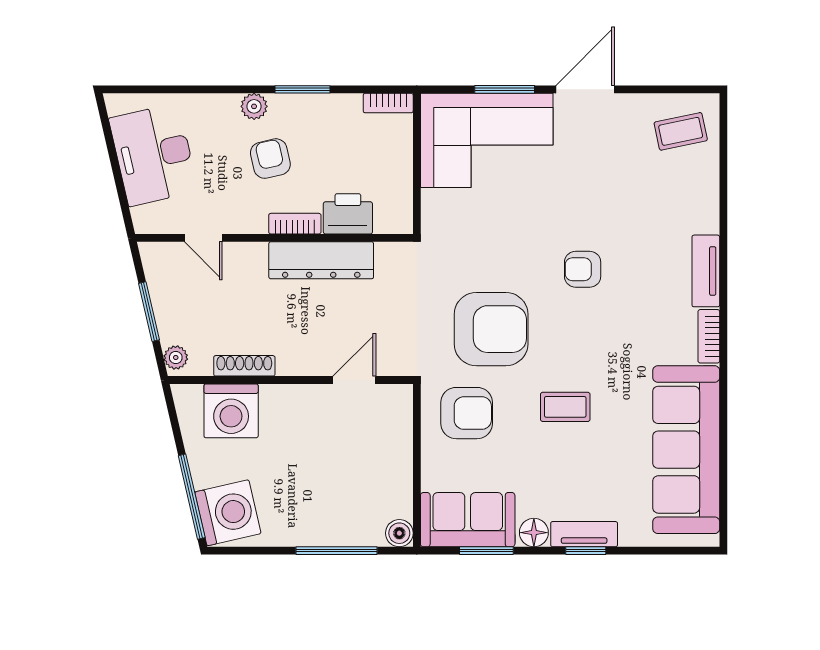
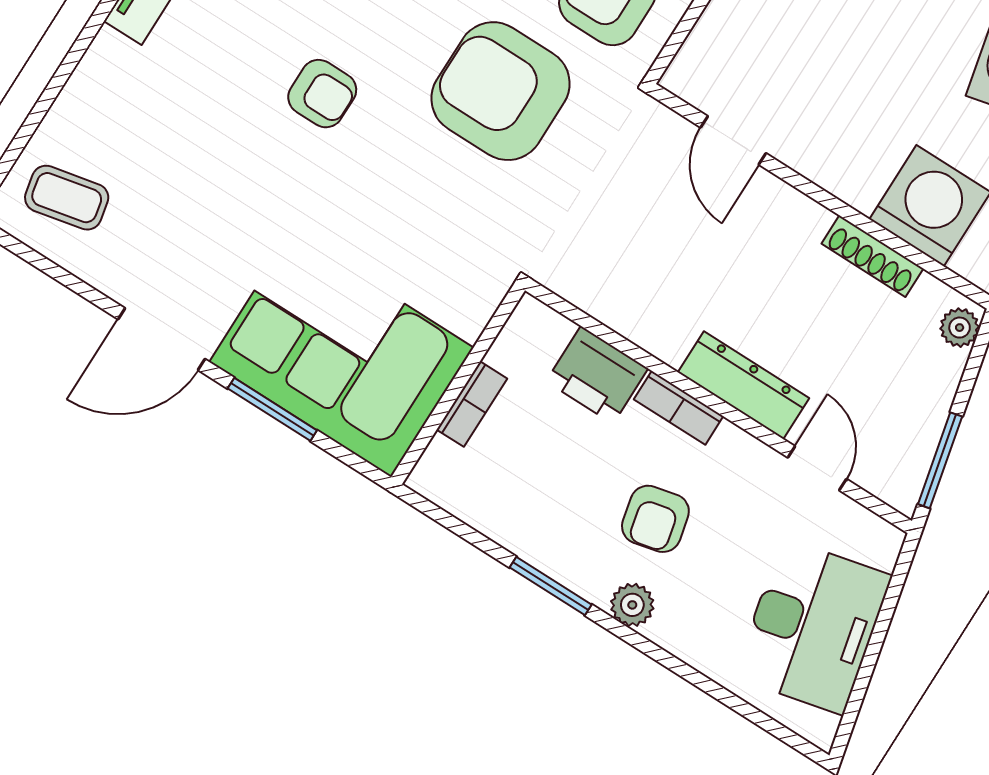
bookcase: (388, 103) -> (472, 404), moved, turned 90
dresser: (321, 260) -> (743, 385), moved, width x0.73, depth x0.80
window: (149, 312) -> (940, 460), moved
door: (354, 380) -> (733, 140), hinge flipped

